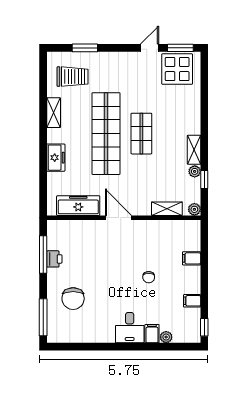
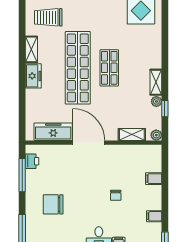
trolley: (73, 77) -> (48, 17), turned 180
freezer: (56, 158) -> (33, 76), moved
door: (118, 218) -> (89, 143), width x1.36
printer: (54, 259) -> (32, 161), moved
chair: (73, 299) -> (53, 204), moved, turned 90

